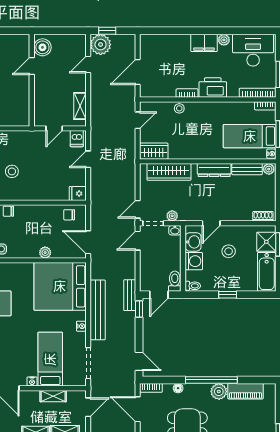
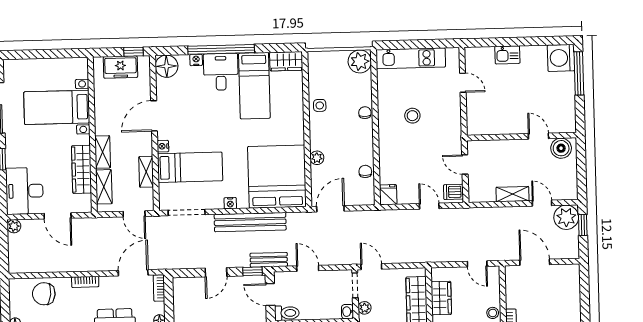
shelving: (80, 106) -> (513, 194), moved
wardrobe: (154, 151) -> (441, 298), moved
chair: (69, 215) -> (365, 171), moved
door: (138, 241) -> (308, 268), moved
door: (139, 361) -> (216, 272), moved

